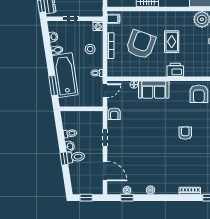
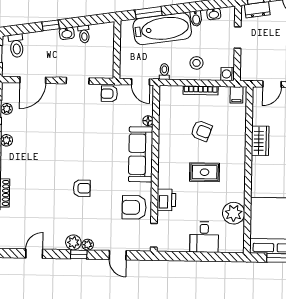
armchair: (141, 44) -> (201, 131), width x0.53, depth x0.53
printer: (175, 70) -> (166, 200), moved
sofa: (154, 90) -> (141, 154), width x1.36
toilet: (76, 157) -> (16, 46), moved

